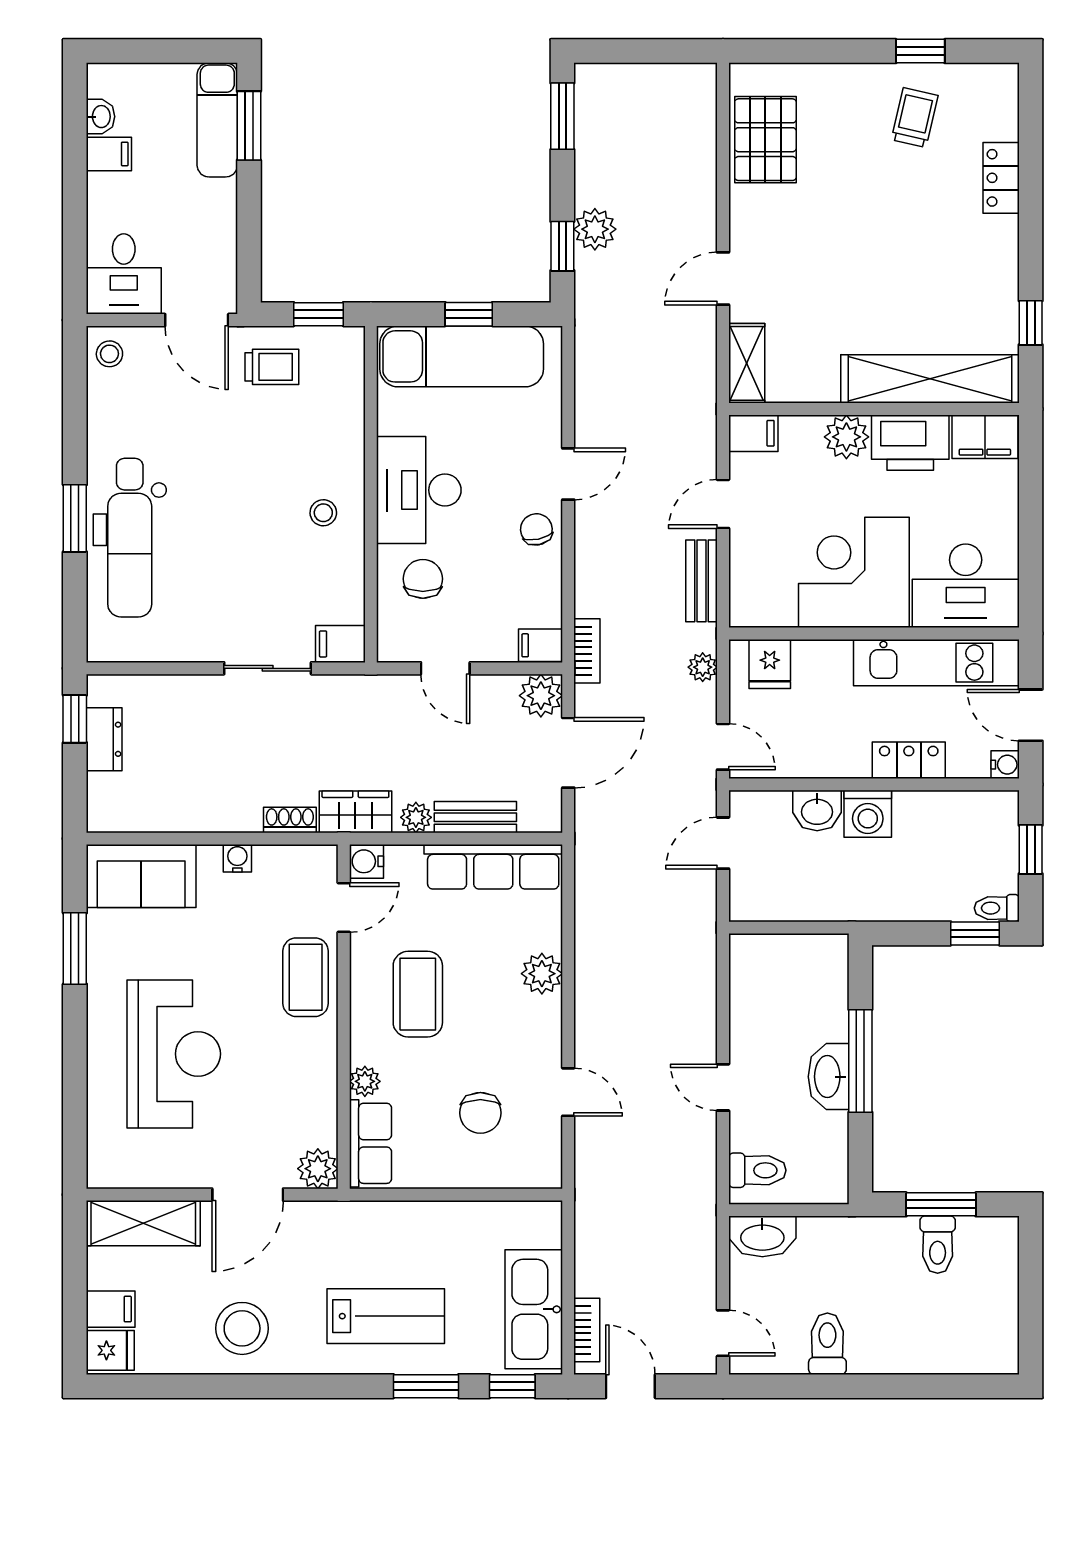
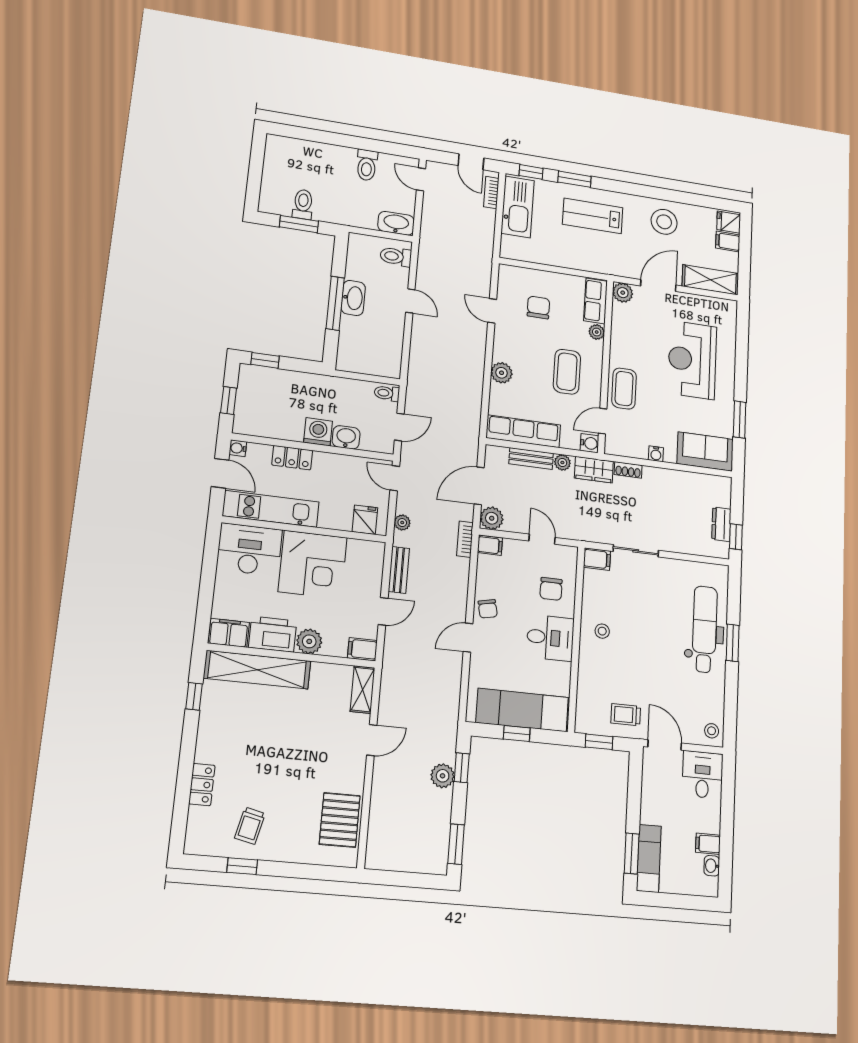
desk: (419, 490) -> (550, 638), width x0.73
toilet: (997, 908) -> (387, 393), moved, turned 180

